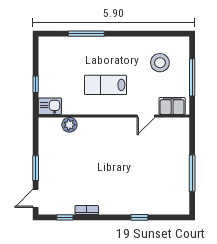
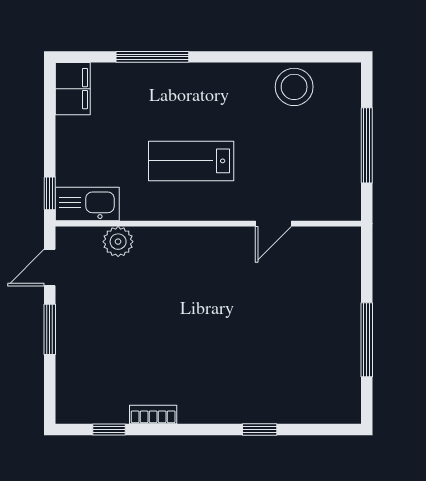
stool: (160, 63) -> (294, 87), moved
window: (36, 84) -> (50, 193), moved
kitchen sink: (50, 106) -> (87, 204), width x1.38
filing cabinet: (172, 106) -> (73, 89), moved, turned 90
door: (36, 198) -> (50, 267), moved

